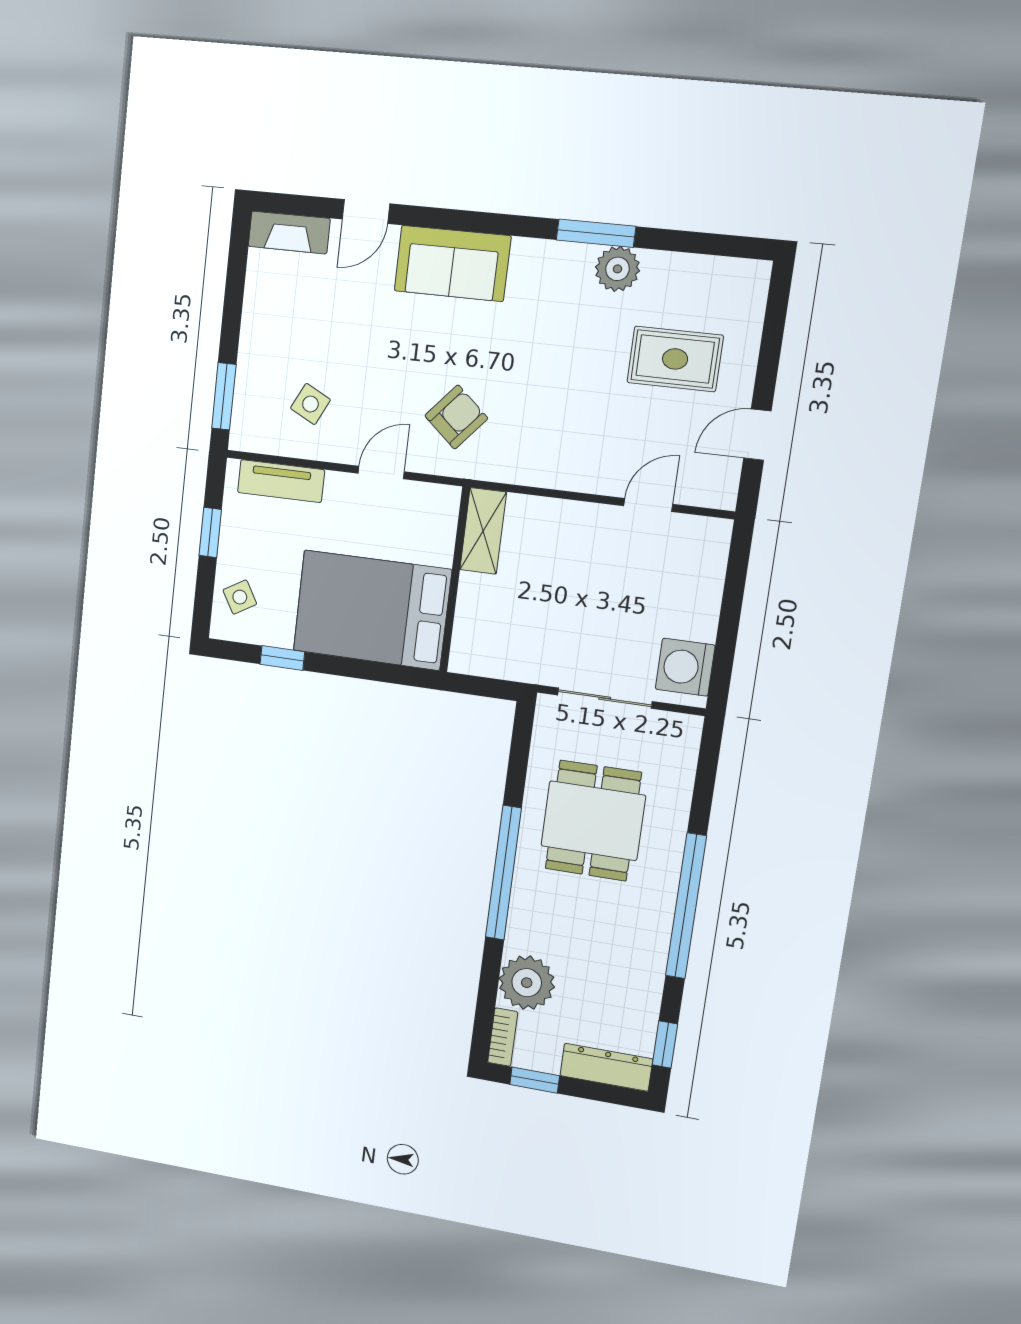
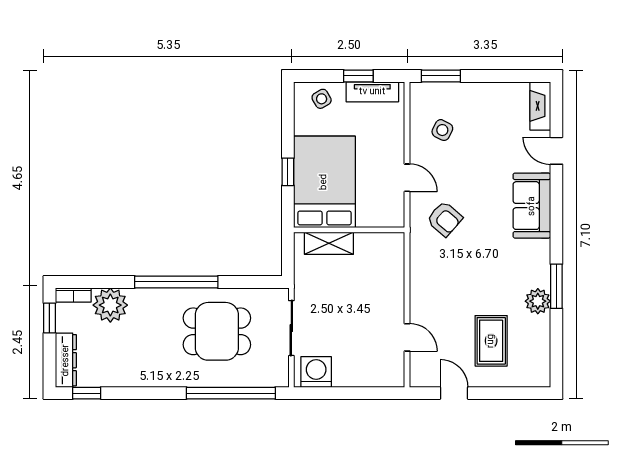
tv unit: (281, 481) -> (372, 92), moved, turned -90
shelving: (483, 531) -> (329, 243), moved
window: (282, 658) -> (288, 172), moved
window: (686, 906) -> (231, 393), moved

